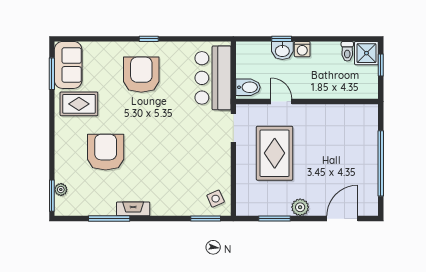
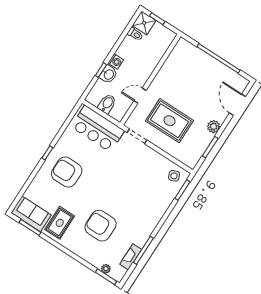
bidet: (248, 87) -> (107, 104), moved
fireplace: (133, 209) -> (131, 257), moved

